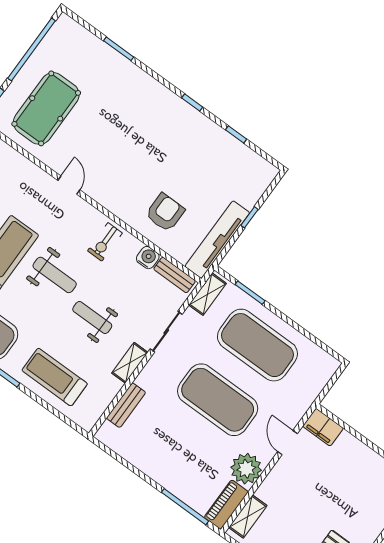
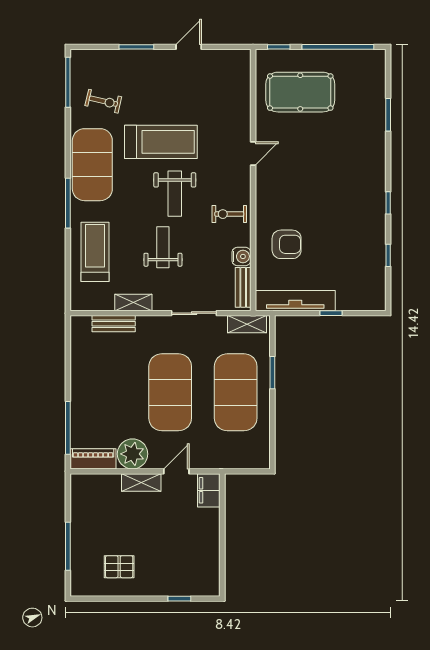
window: (250, 293) -> (272, 373), moved
shelving: (130, 363) -> (133, 302), moved
shelving: (248, 517) -> (141, 482), moved

